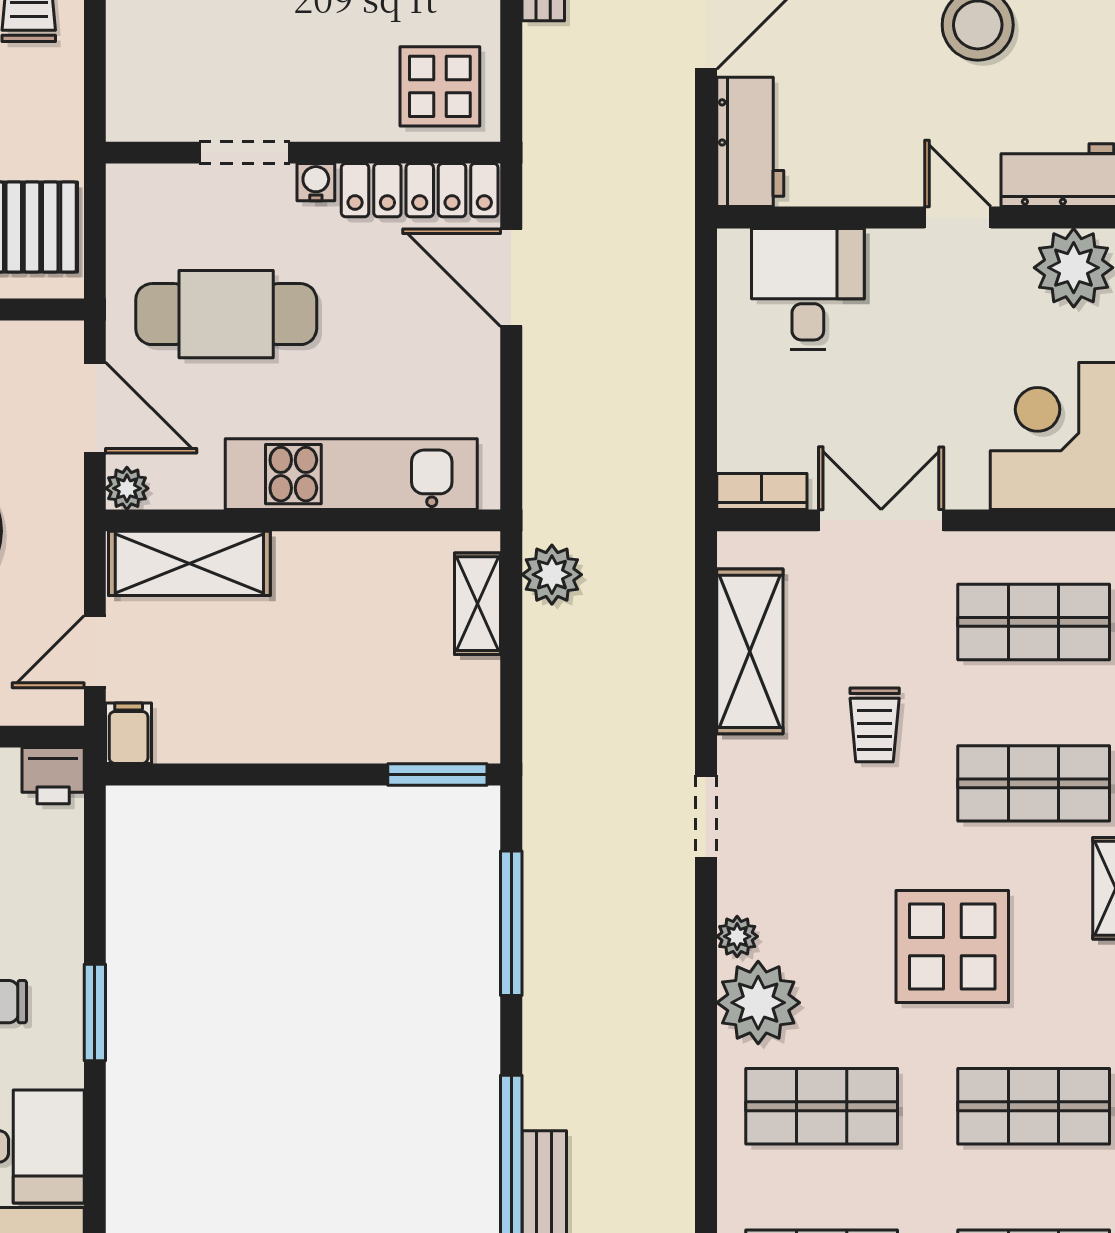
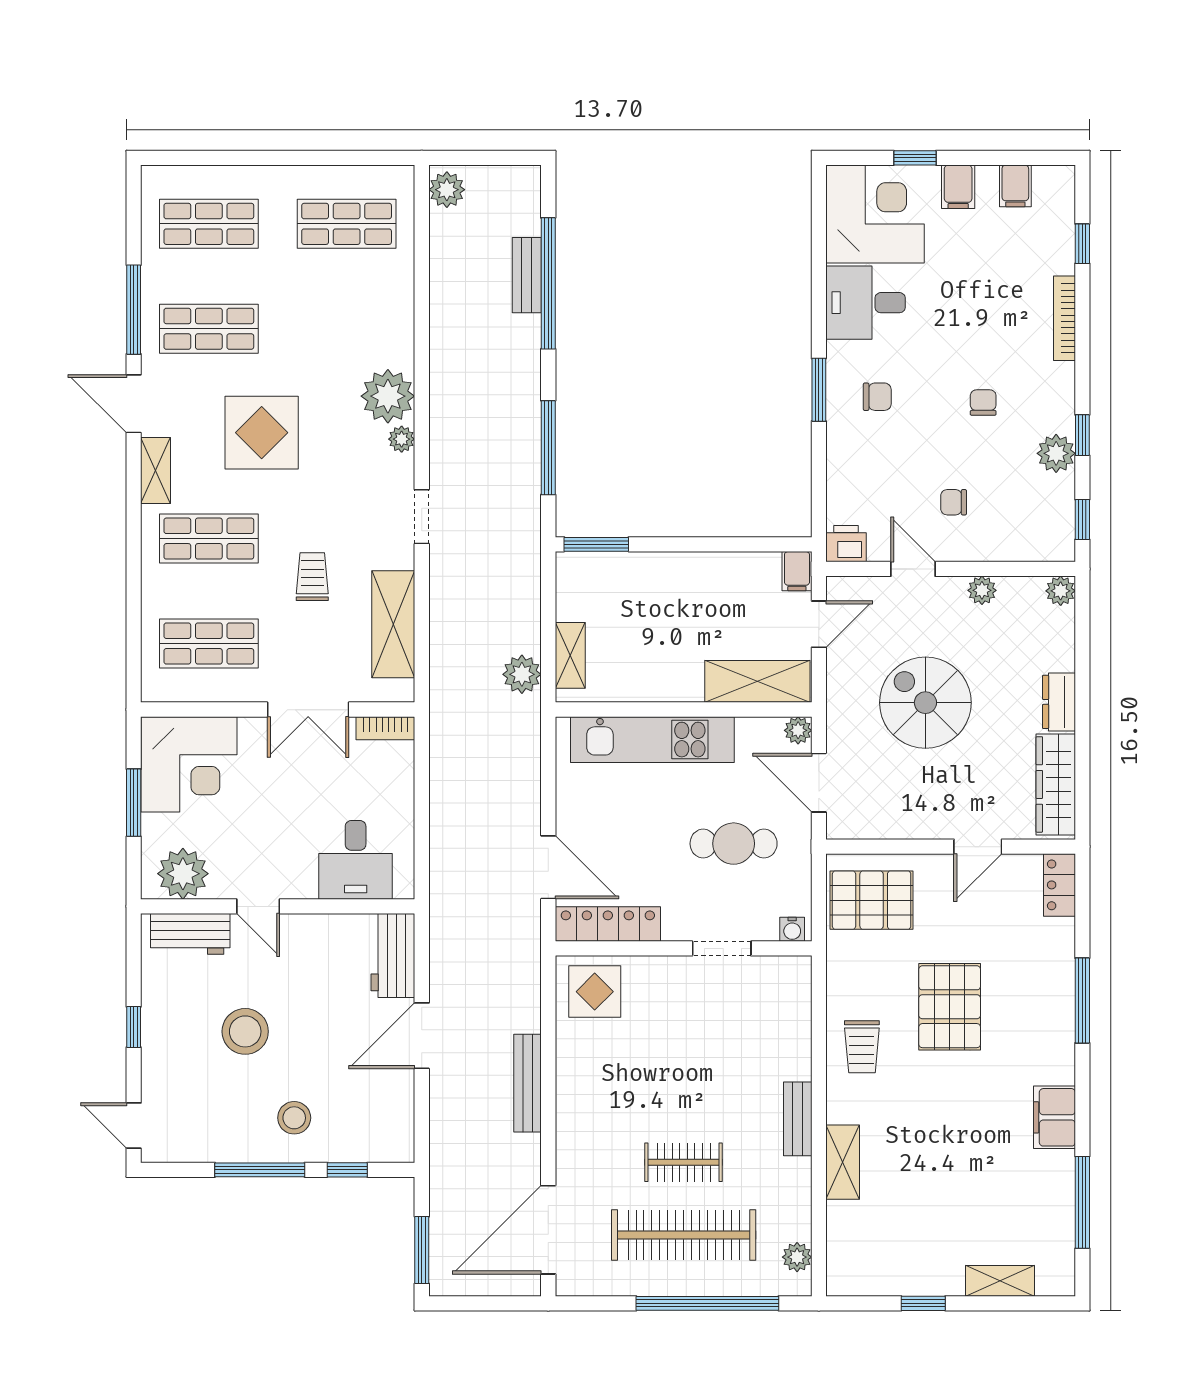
water cooler: (316, 182) -> (792, 929), moved
cafe table: (226, 314) -> (734, 844), width x0.73, depth x0.74
shop shelf: (822, 1106) -> (347, 329), removed

